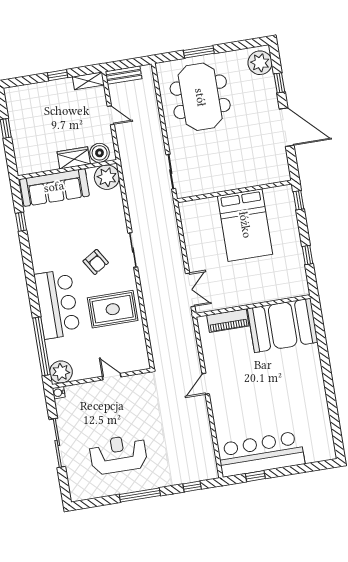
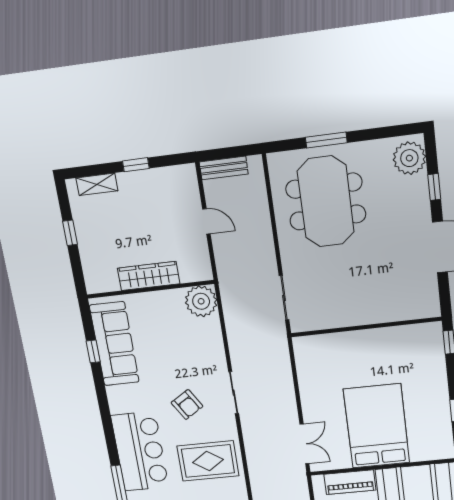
shelving: (88, 81) -> (97, 184), moved
boiler: (100, 153) -> (192, 270), removed
wardrobe: (74, 158) -> (149, 276), width x1.50
sofa: (54, 187) -> (114, 344), moved, turned -90
bed: (245, 225) -> (377, 426), moved, turned 180

